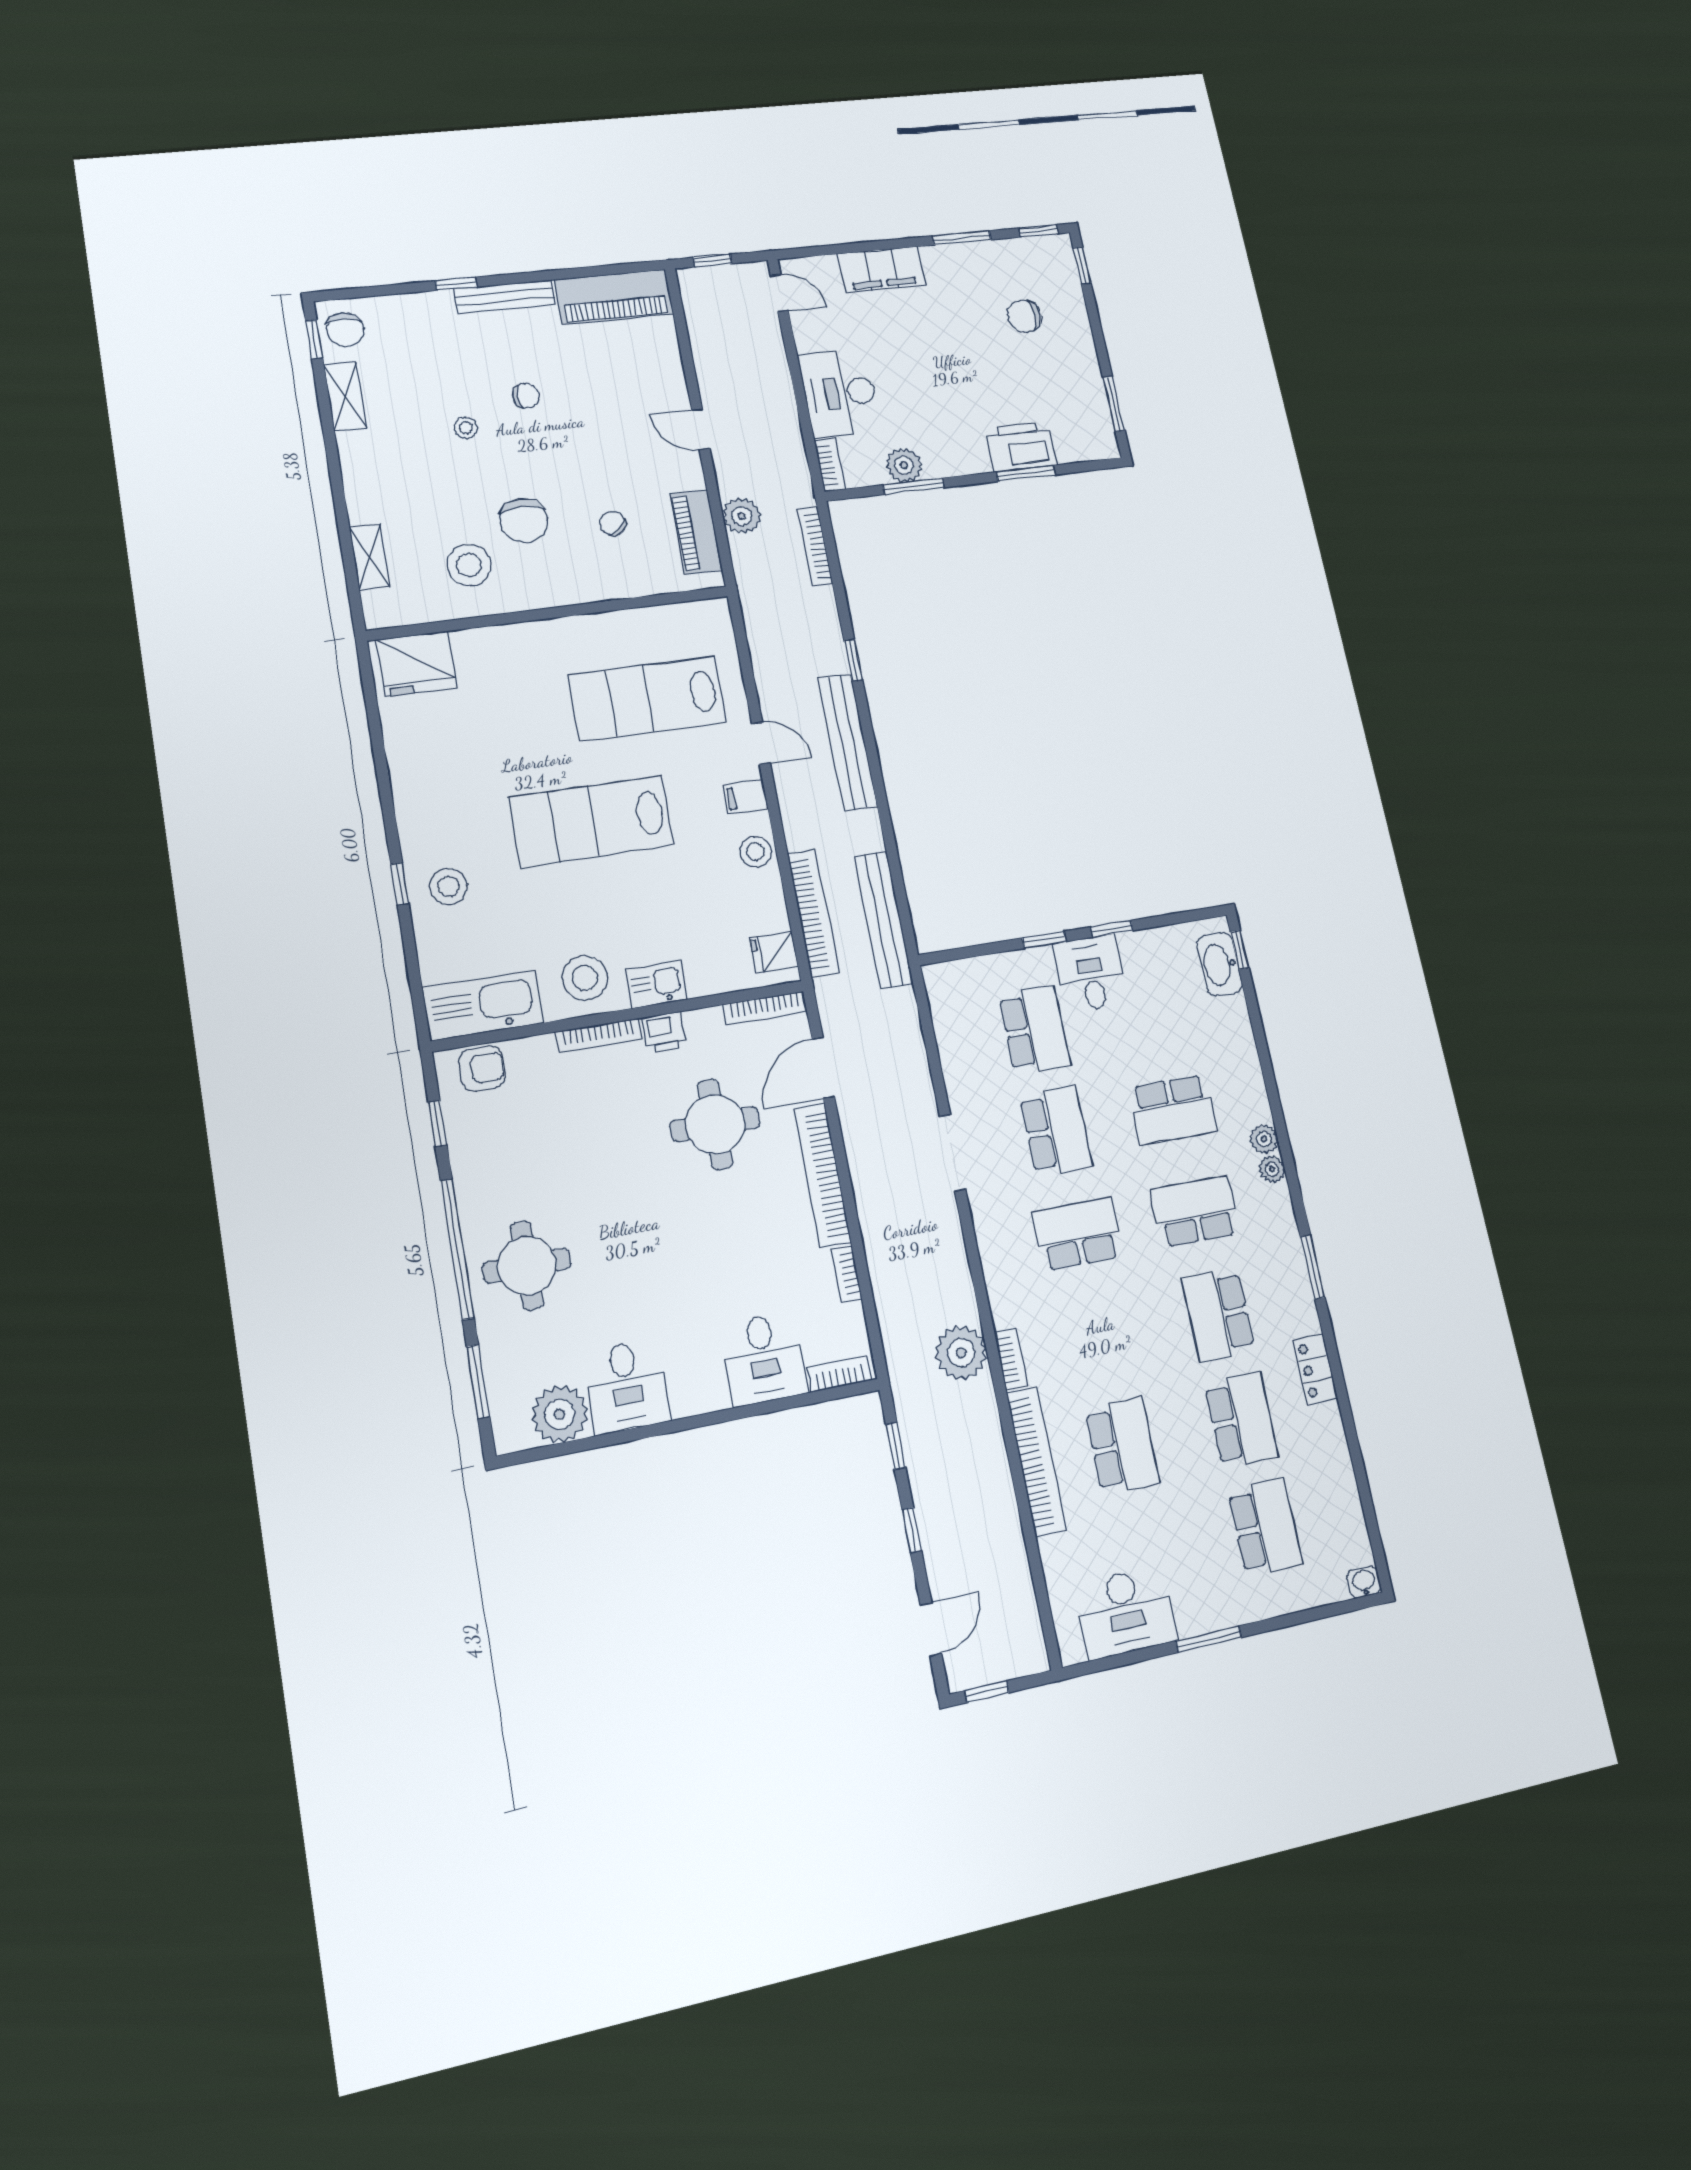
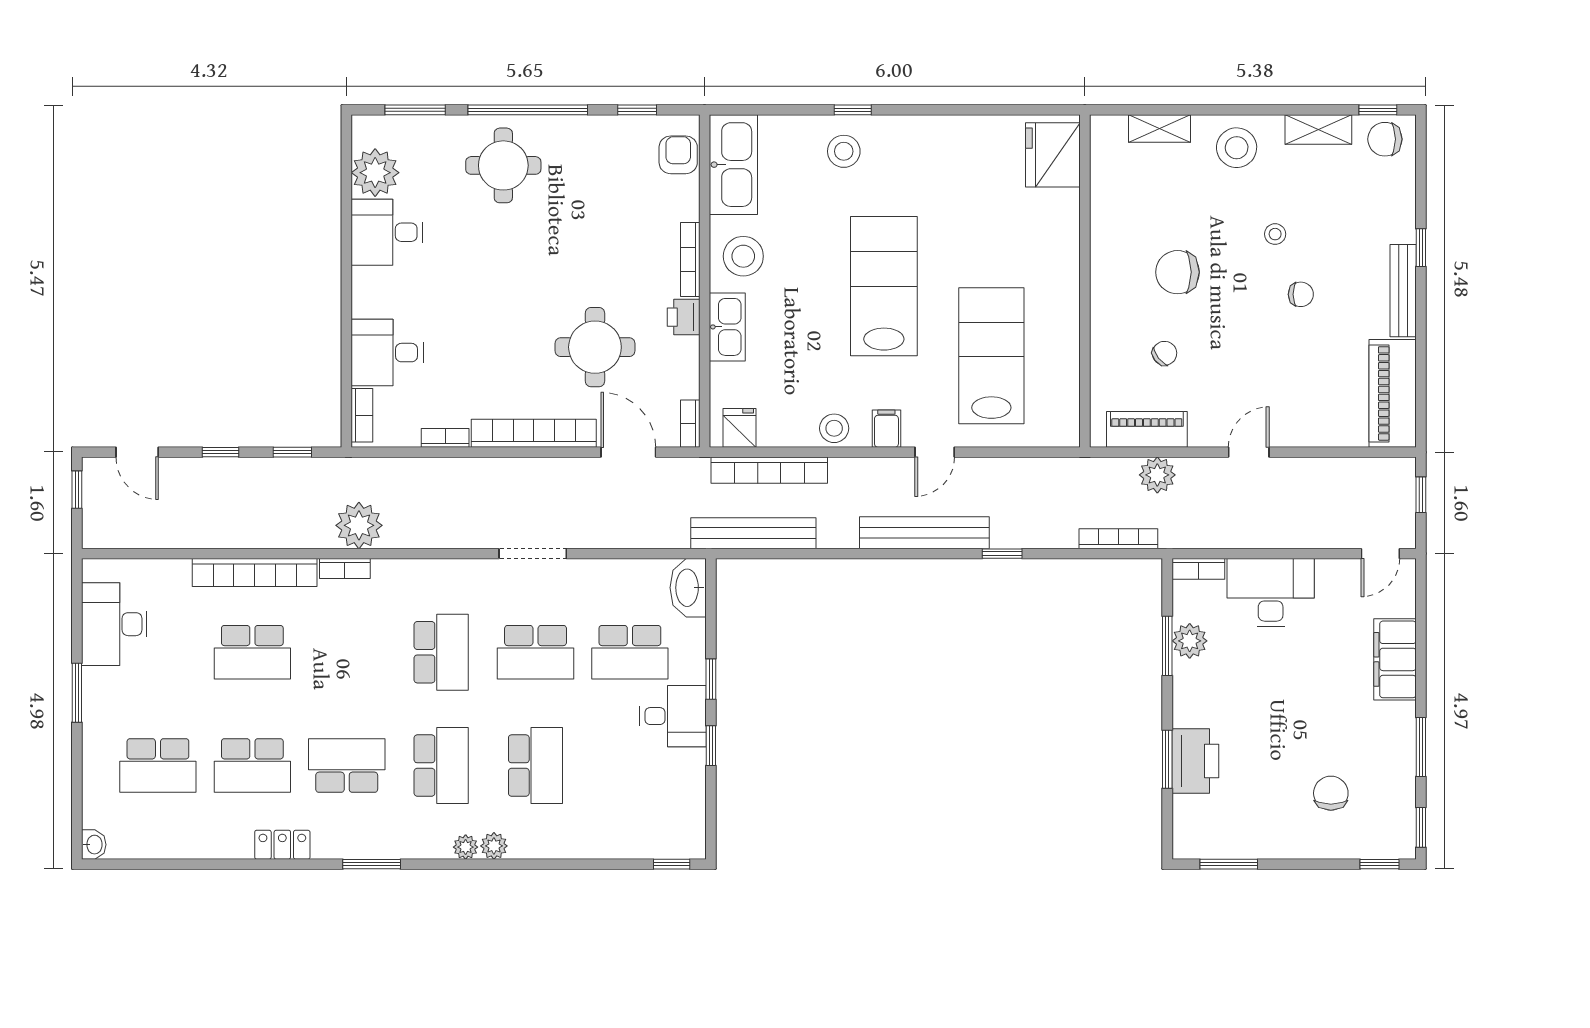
chair: (526, 396) -> (1301, 294), turned -90
stool: (469, 565) -> (1237, 148), moved
washbasin: (1220, 964) -> (688, 588), moved, turned -90
kitchen sink: (656, 984) -> (727, 327), width x1.38
bookcase: (765, 1008) -> (690, 424), width x0.64
armchair: (482, 1069) -> (678, 155), turned 180
school desk: (1173, 1110) -> (536, 766), turned 180

